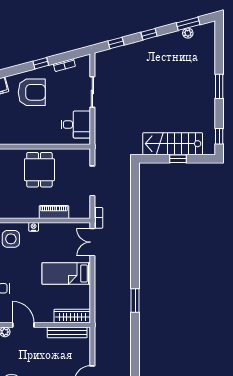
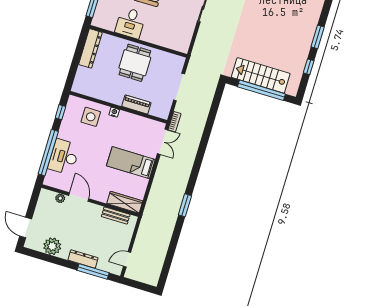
desk: (76, 125) -> (130, 23), moved, turned 90
window: (219, 136) -> (309, 67), moved
window: (178, 159) -> (261, 90), width x3.17
double door: (92, 242) -> (163, 142), swing flipped
bench: (67, 332) -> (116, 215), width x0.73

